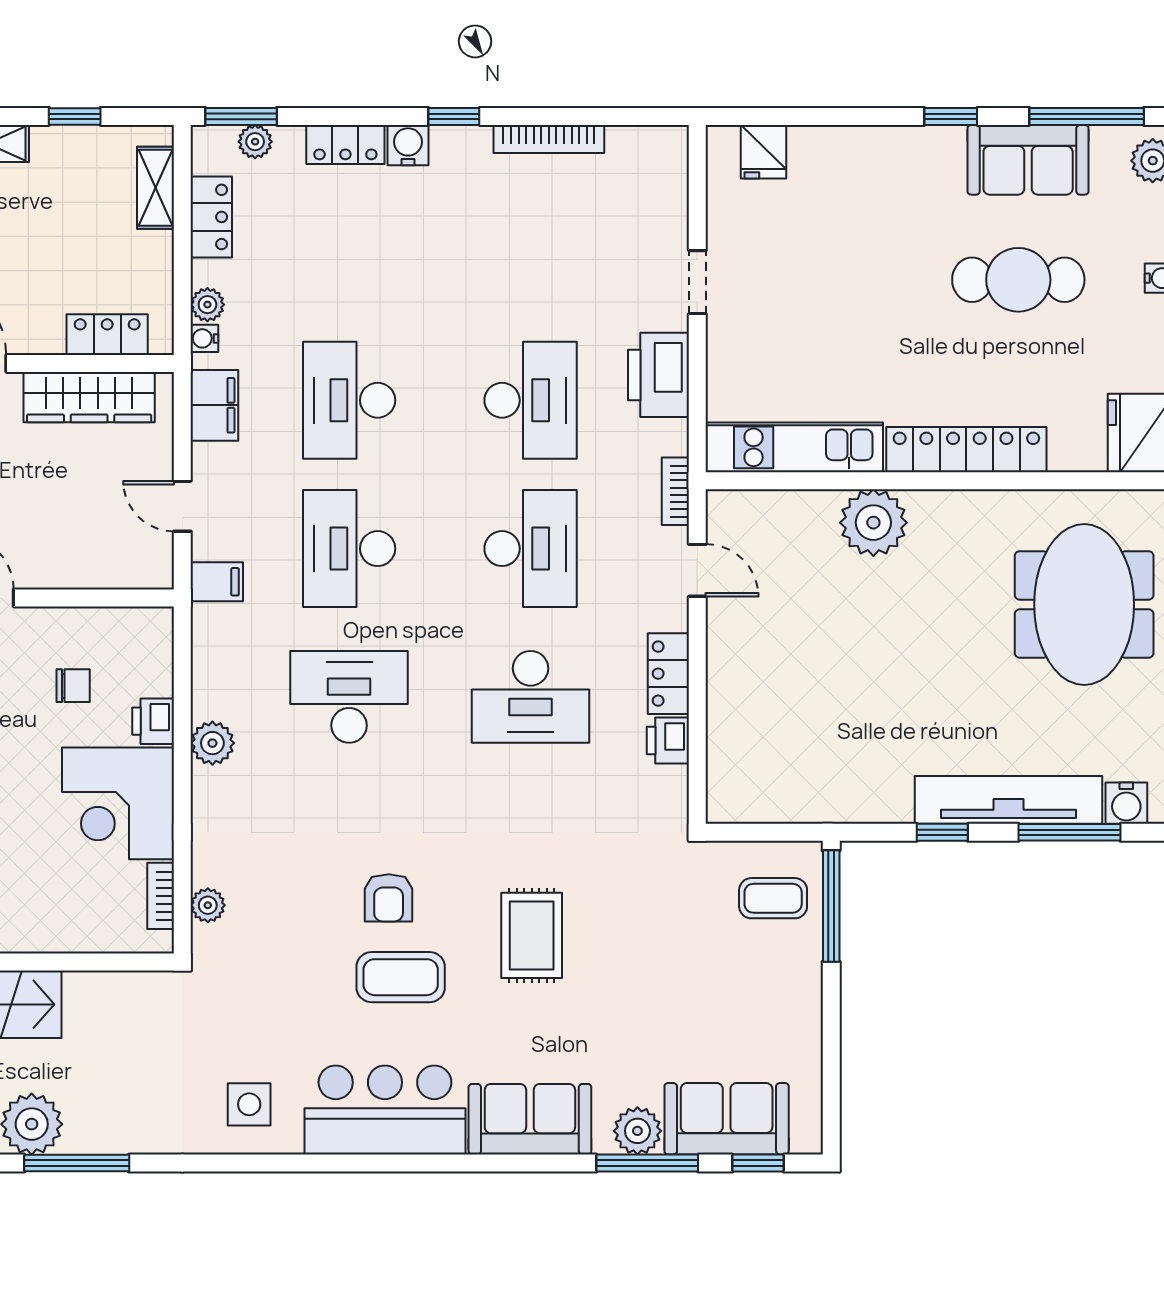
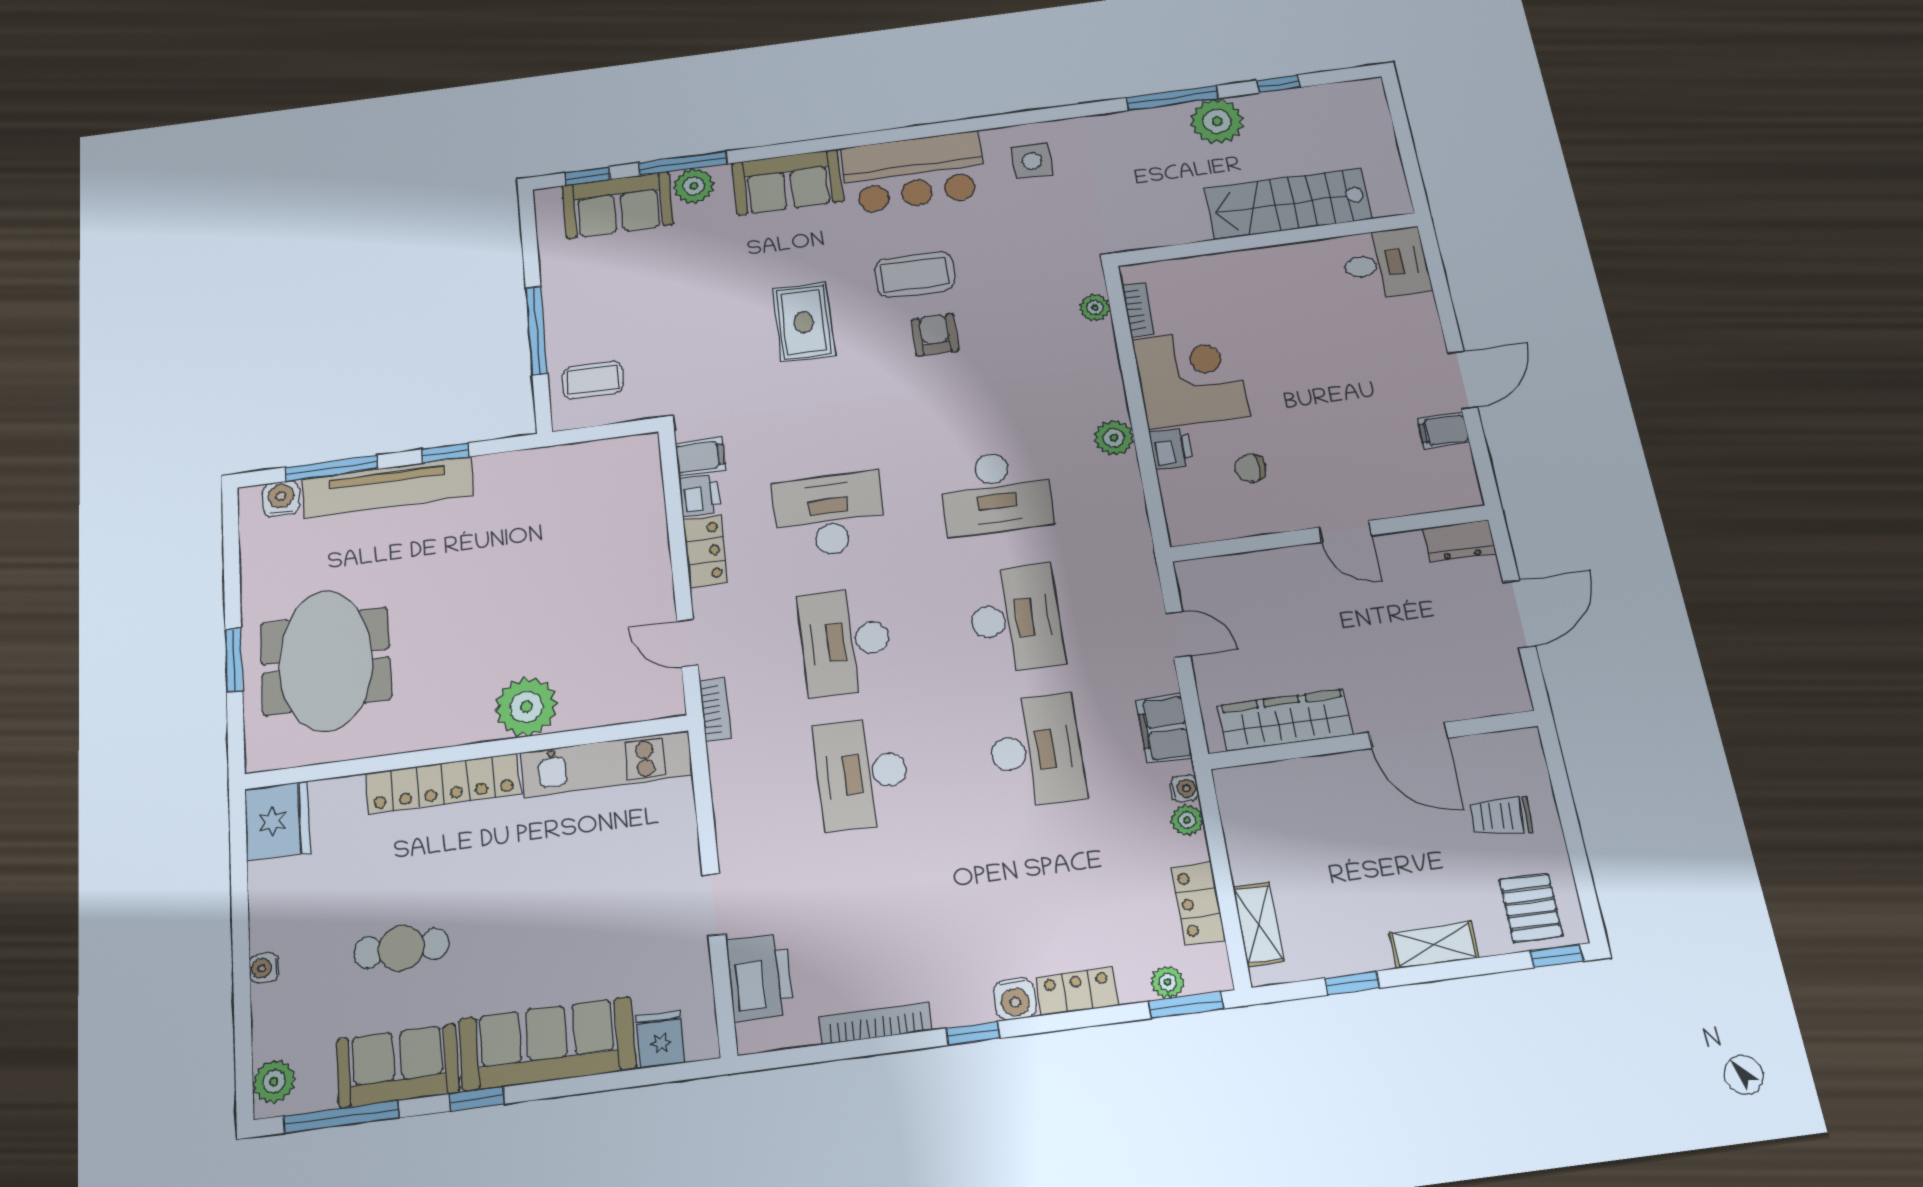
sofa: (877, 162) -> (547, 1044), added
cafe table: (1018, 280) -> (401, 948), width x0.73, depth x0.74
locker: (107, 335) -> (1279, 779), removed
printer: (659, 375) -> (760, 977), moved
filing cabinet: (217, 582) -> (700, 457), moved, turned 180
window: (831, 906) -> (537, 331), moved

